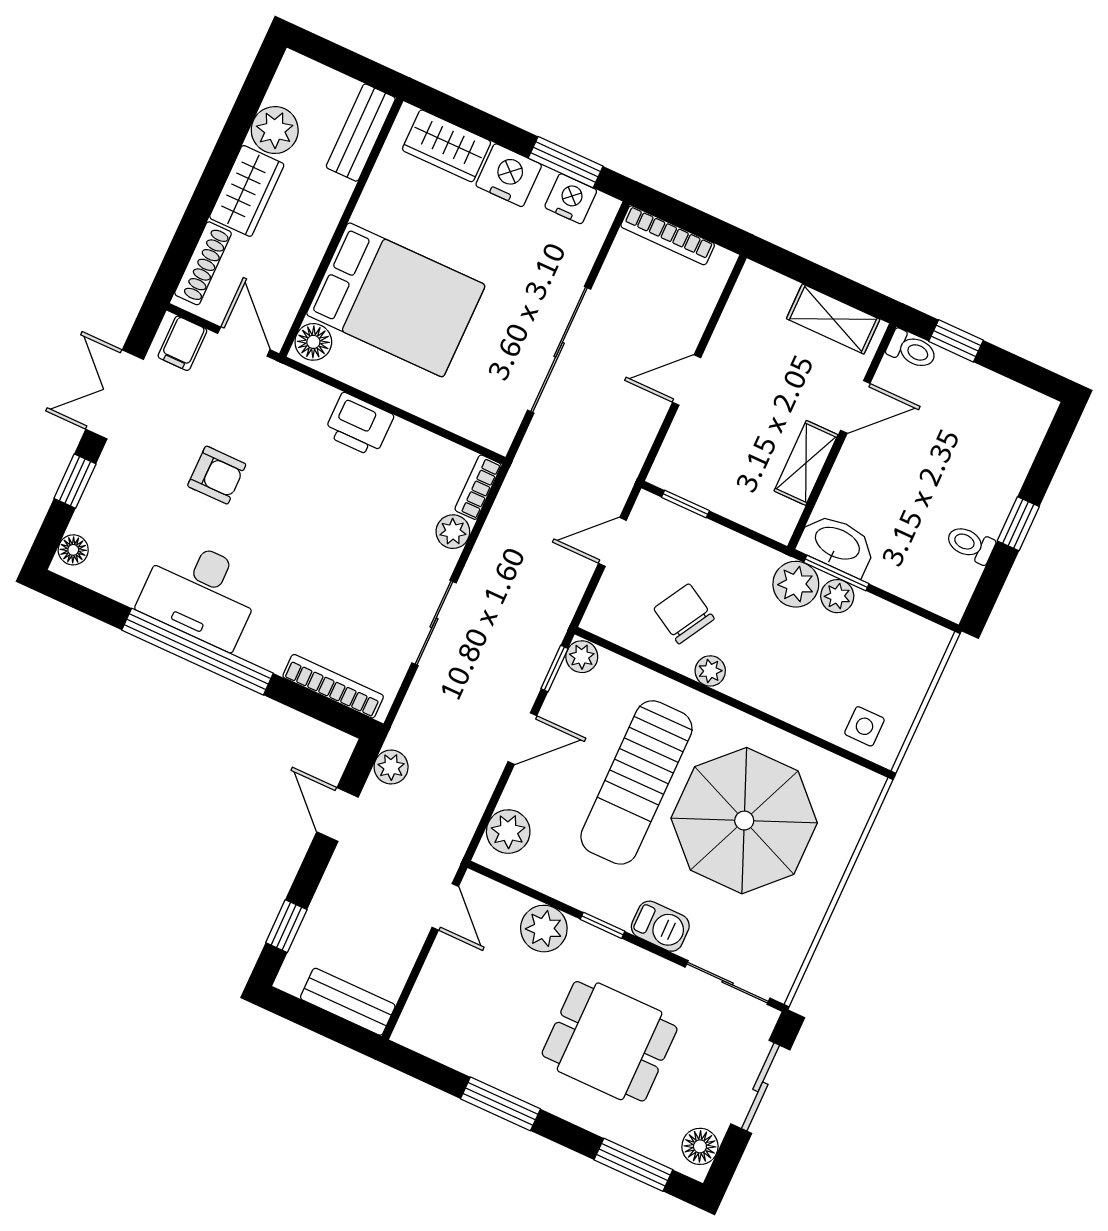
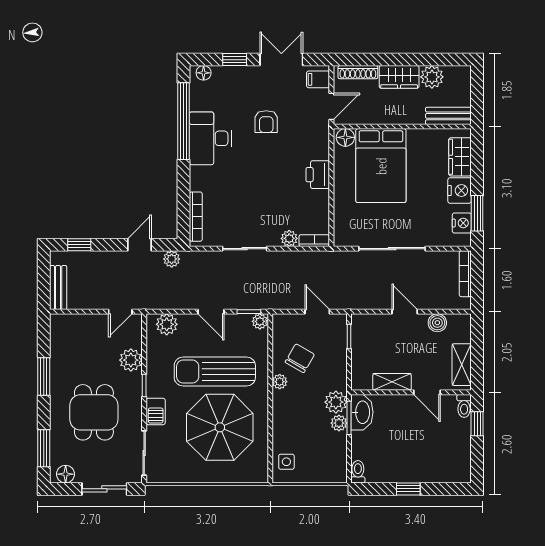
boiler: (735, 329) -> (437, 323), added
toilet: (970, 544) -> (358, 472), moved
window: (198, 652) -> (184, 121), moved

